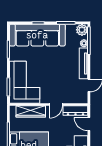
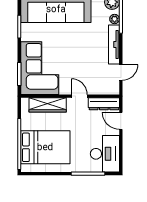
door: (56, 104) -> (79, 96), swing flipped

